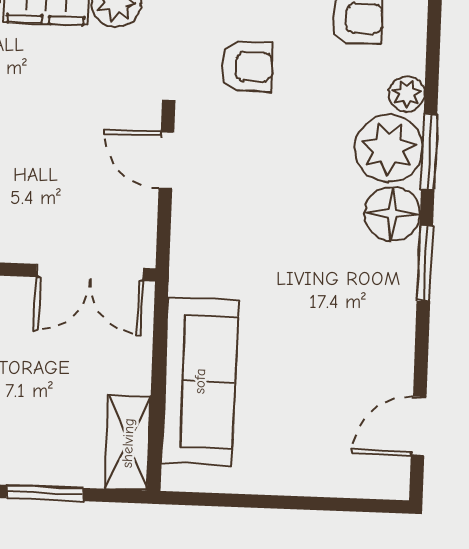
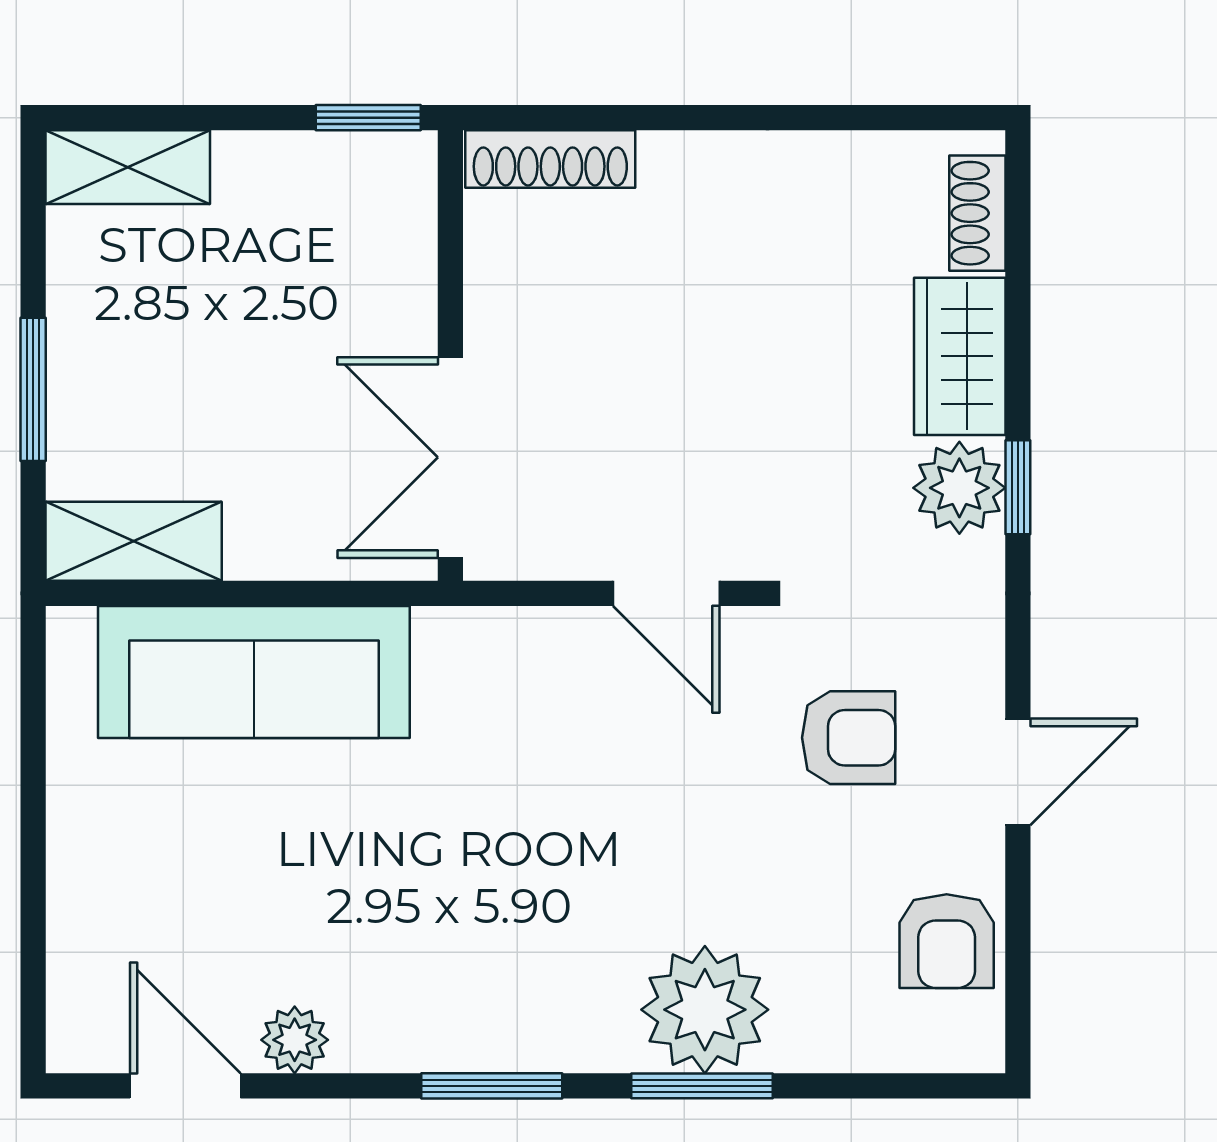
armchair: (247, 66) -> (849, 738), turned -90
plant: (407, 94) -> (295, 1040), moved
door: (166, 160) -> (666, 593), swing flipped
floor lamp: (392, 214) -> (582, 1021), removed

